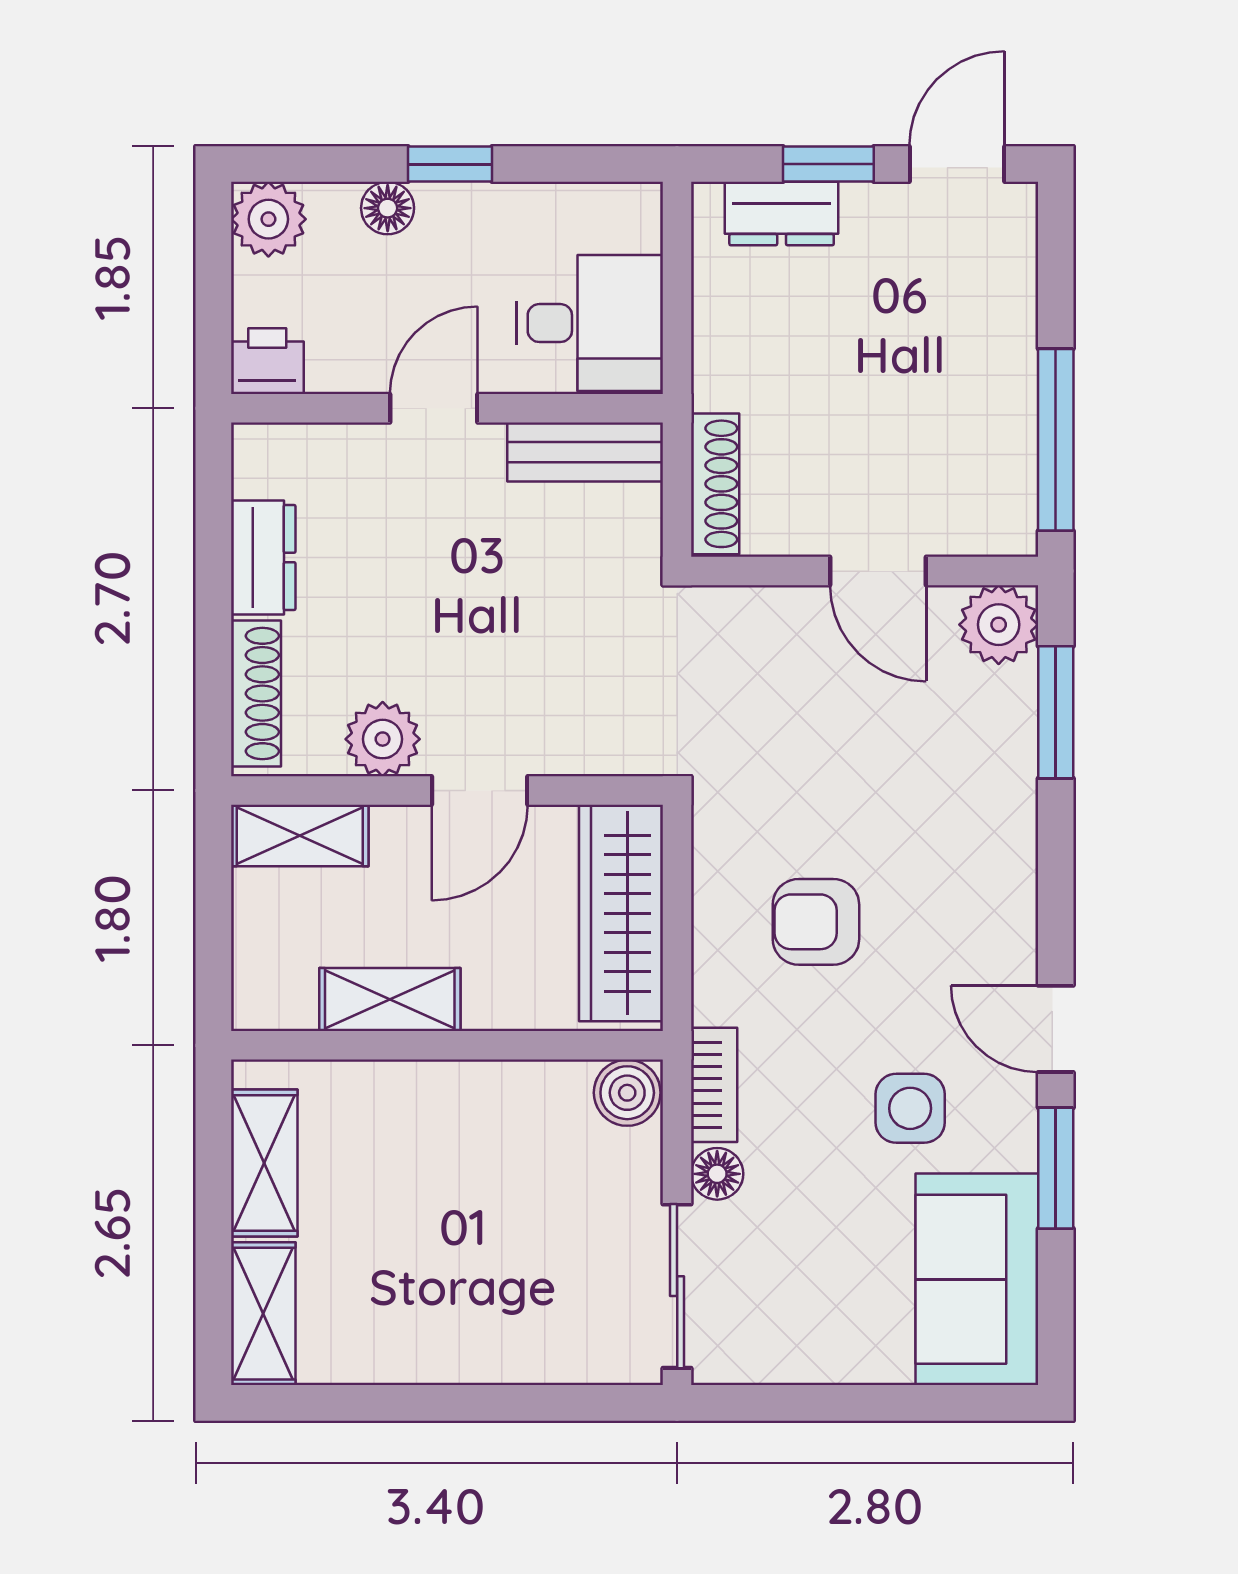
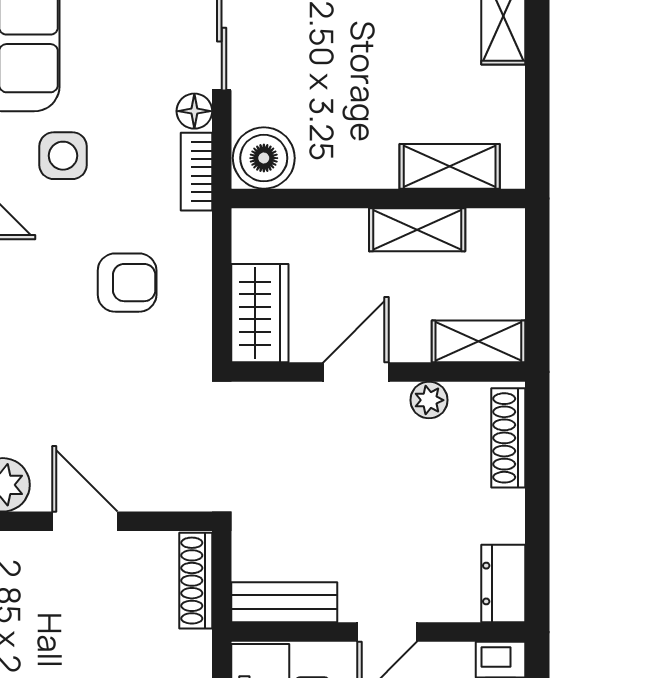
dresser: (263, 557) -> (503, 584), moved
plant: (383, 739) -> (429, 400), width x0.73, depth x0.73
wardrobe: (621, 913) -> (260, 313), width x0.67
boiler: (627, 1093) -> (264, 158), width x1.36, depth x1.36
shelving: (264, 1163) -> (450, 166), moved, turned 90

